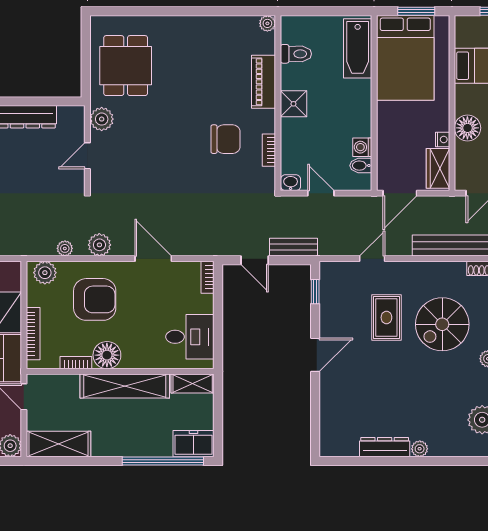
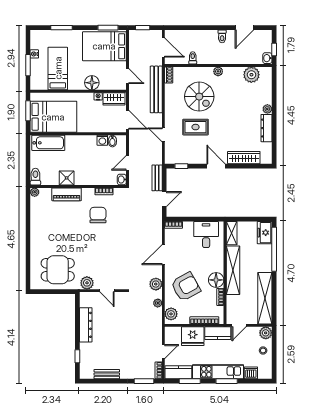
toilet: (296, 54) -> (35, 177), moved
shower: (293, 104) -> (67, 178), moved
armchair: (95, 299) -> (186, 287), turned 61
wardrobe: (331, 406) -> (244, 158), added
shelving: (58, 444) -> (265, 298), width x1.47

